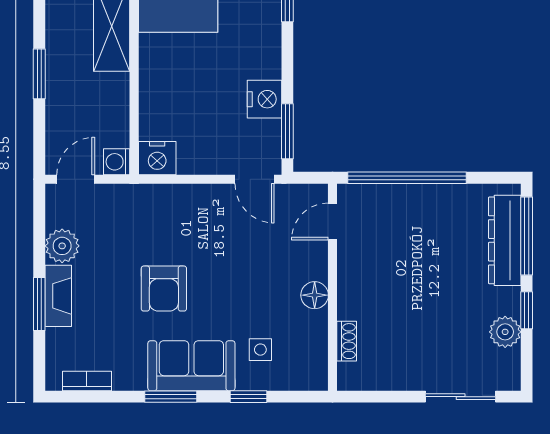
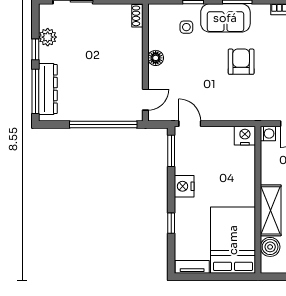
nightstand: (264, 99) -> (184, 186), moved
shoe rack: (347, 341) -> (137, 16), moved

